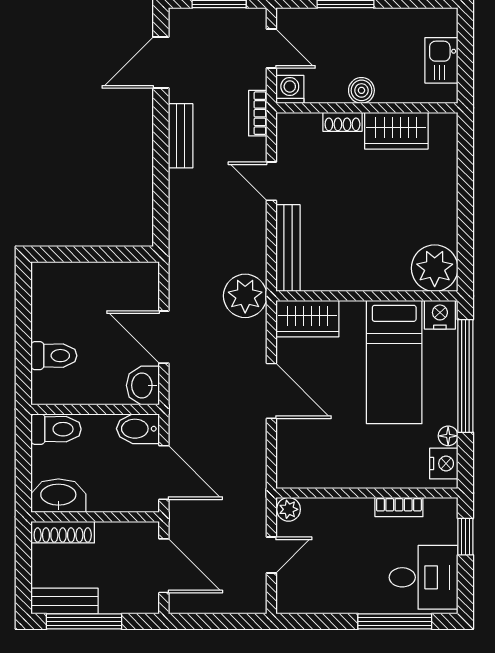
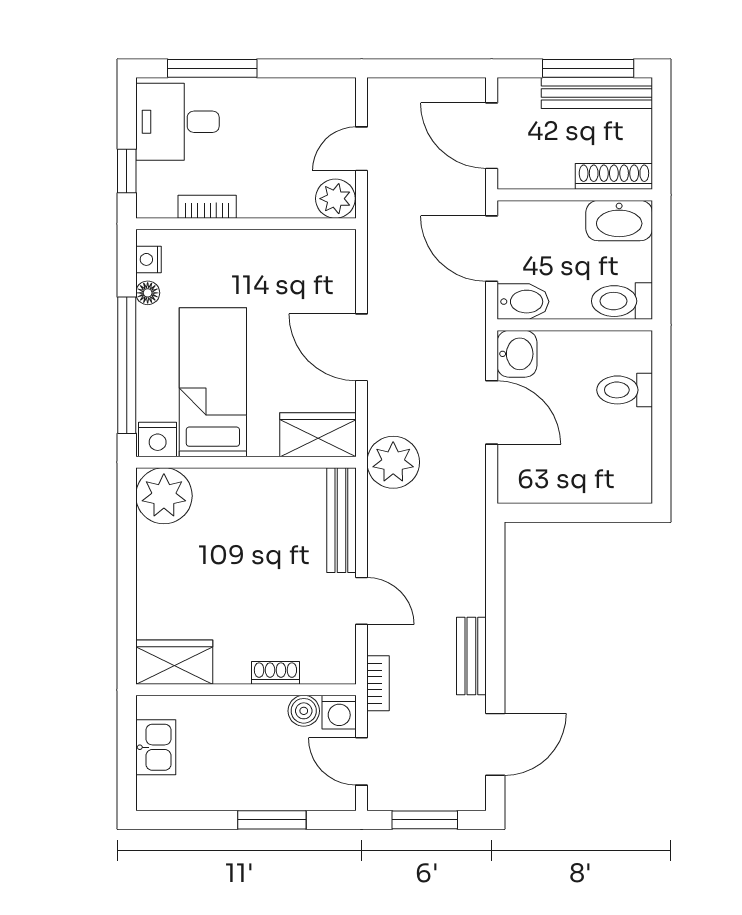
boiler: (361, 90) -> (304, 711), moved
wardrobe: (396, 131) -> (174, 662), moved
nightstand: (444, 463) -> (148, 259), width x0.72, depth x0.74
plant: (289, 509) -> (335, 199), width x1.38, depth x1.38
bench: (65, 601) -> (597, 93), width x1.36

